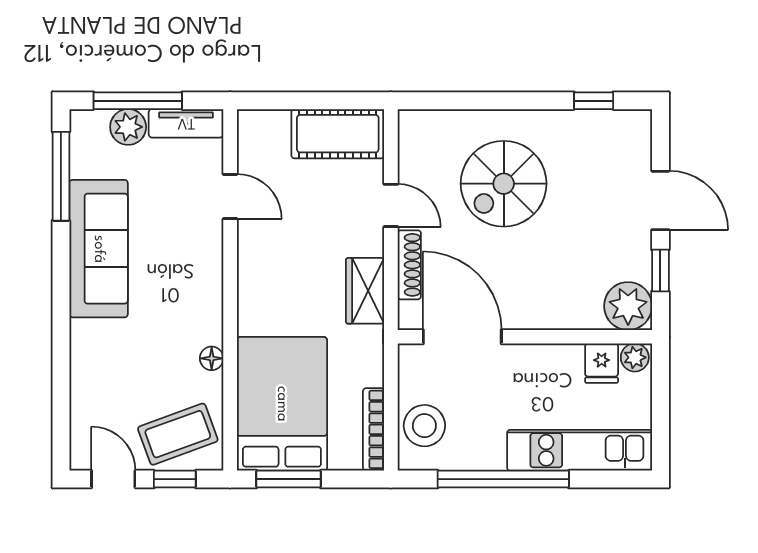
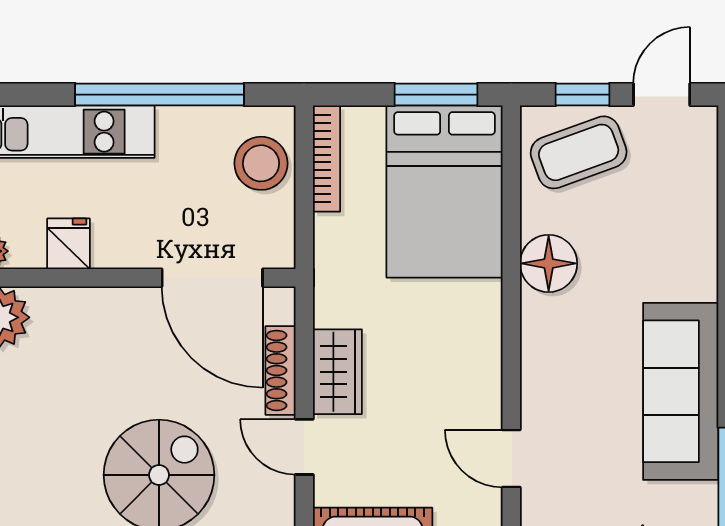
wardrobe: (365, 291) -> (337, 372), moved
floor lamp: (212, 358) -> (549, 263), width x1.89, depth x1.89
fridge: (602, 363) -> (68, 244), moved
door: (113, 479) -> (662, 95), swing flipped

